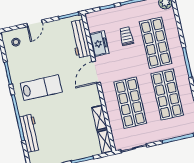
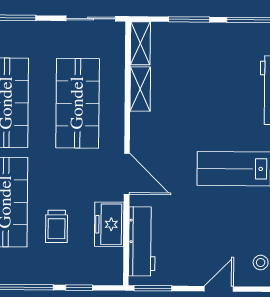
door: (96, 72) -> (127, 174), hinge flipped

